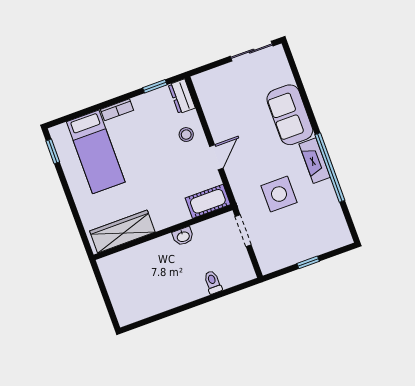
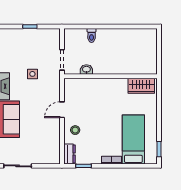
side table: (279, 194) -> (32, 74), width x0.54, depth x0.54
cot: (208, 201) -> (77, 85), removed
wardrobe: (122, 232) -> (141, 86), width x0.67
washbasin: (183, 236) -> (86, 70), moved

